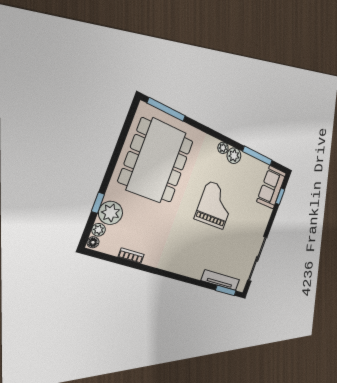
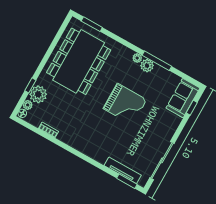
window: (167, 110) -> (92, 24), width x0.69
window: (258, 156) -> (157, 61), moved
grand piano: (215, 205) -> (125, 104), turned 90

